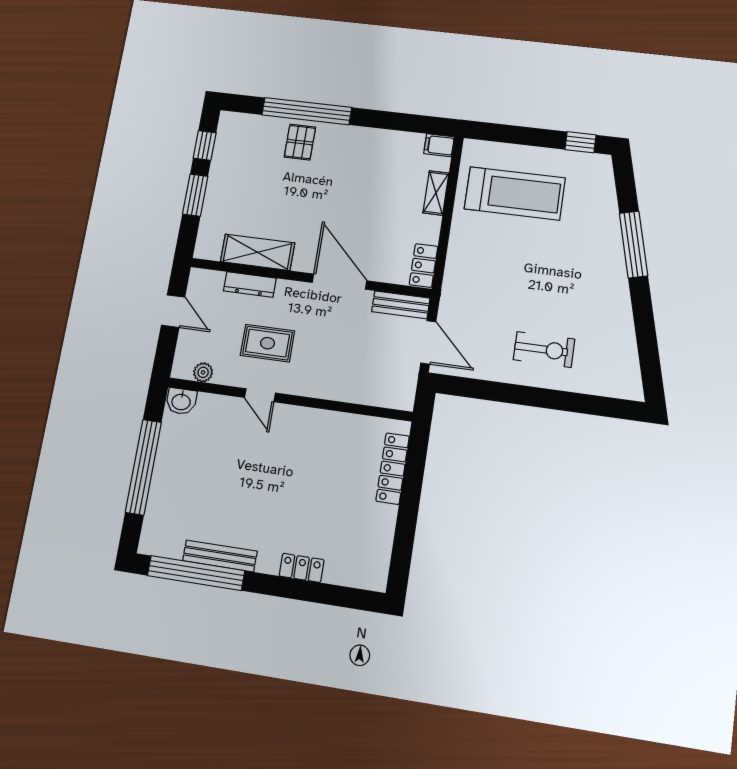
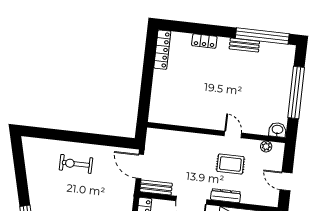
dresser: (250, 285) -> (226, 196), moved
locker: (393, 469) -> (162, 50), moved
bench: (220, 556) -> (244, 45), width x0.73

